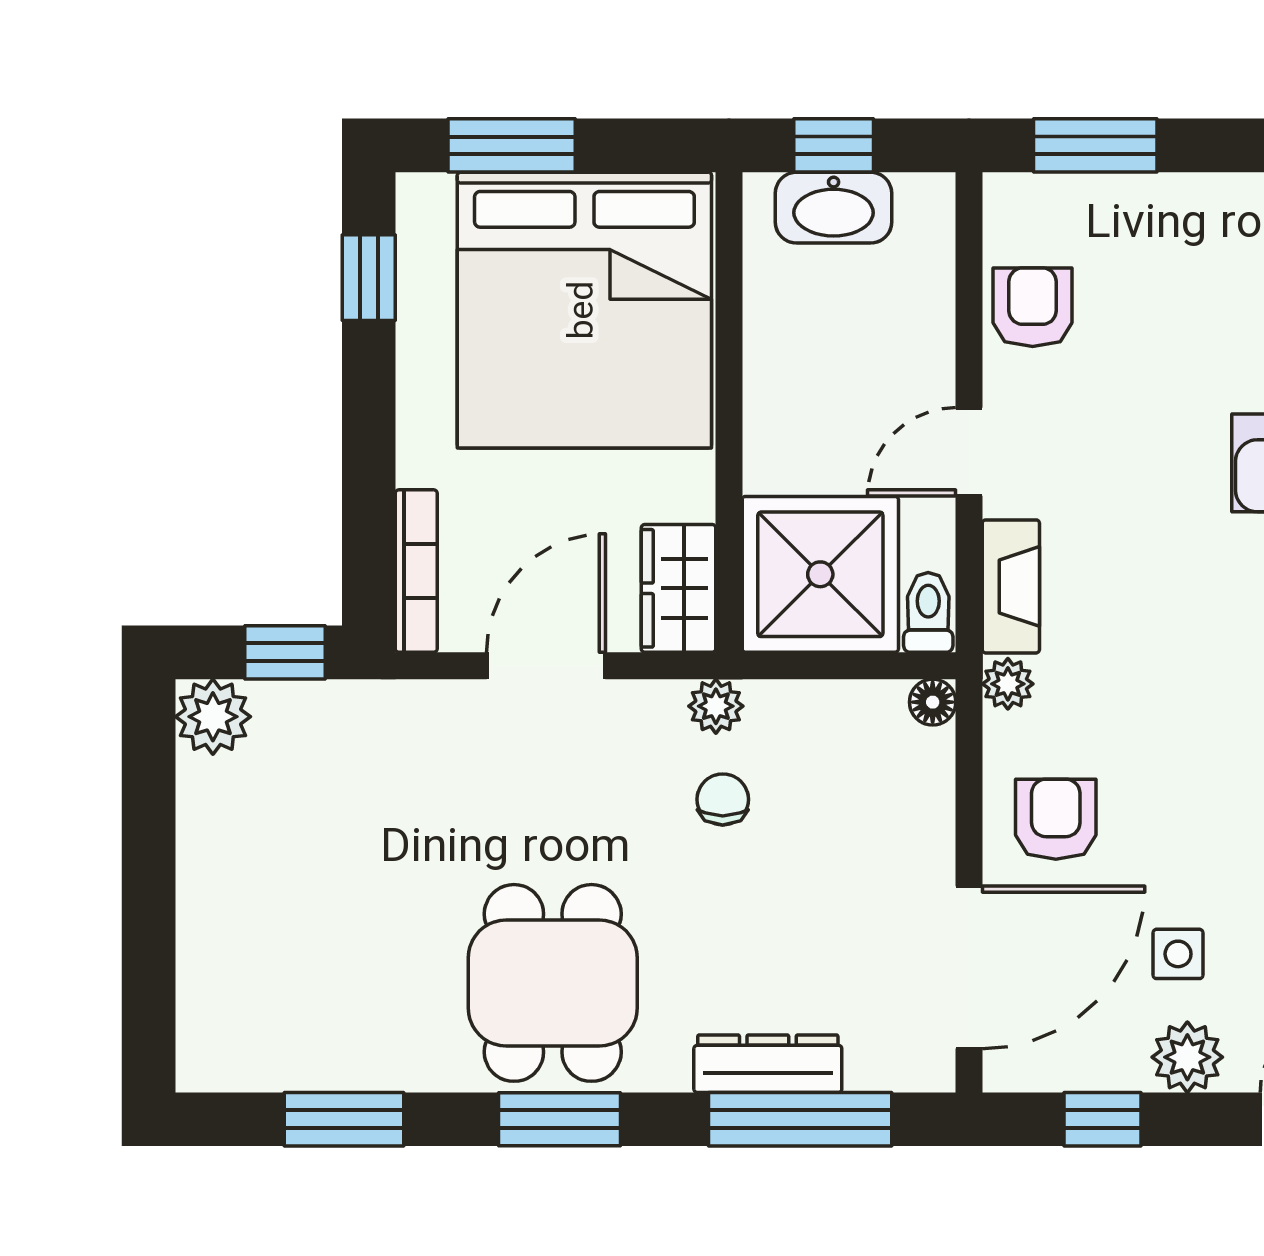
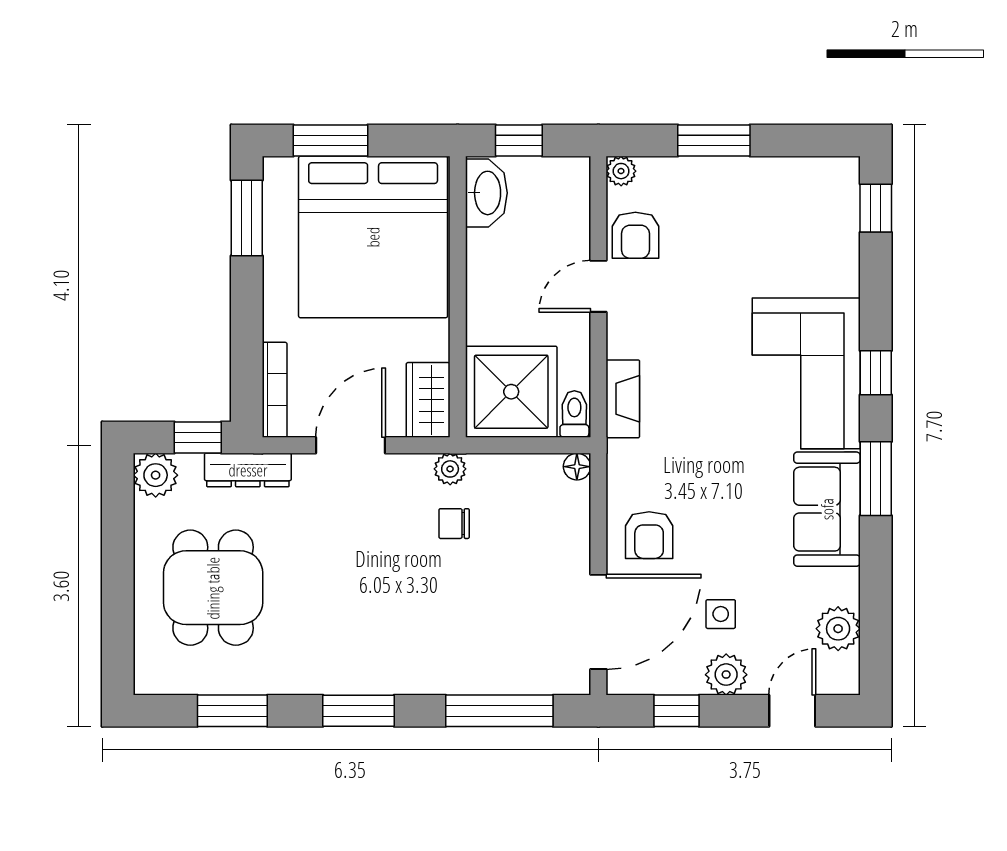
window: (1095, 145) -> (714, 141), moved
washbasin: (834, 208) -> (486, 193), moved, turned -90
window: (369, 278) -> (247, 218), width x1.50
armchair: (1033, 307) -> (635, 235), turned 180
door: (969, 452) -> (598, 286), moved
plant: (1008, 684) -> (621, 171), moved
chair: (723, 799) -> (454, 524), turned -90
armchair: (1056, 819) -> (649, 535), turned 180
dining table: (553, 983) -> (213, 588), moved
dresser: (768, 1064) -> (248, 470), moved, turned 180

